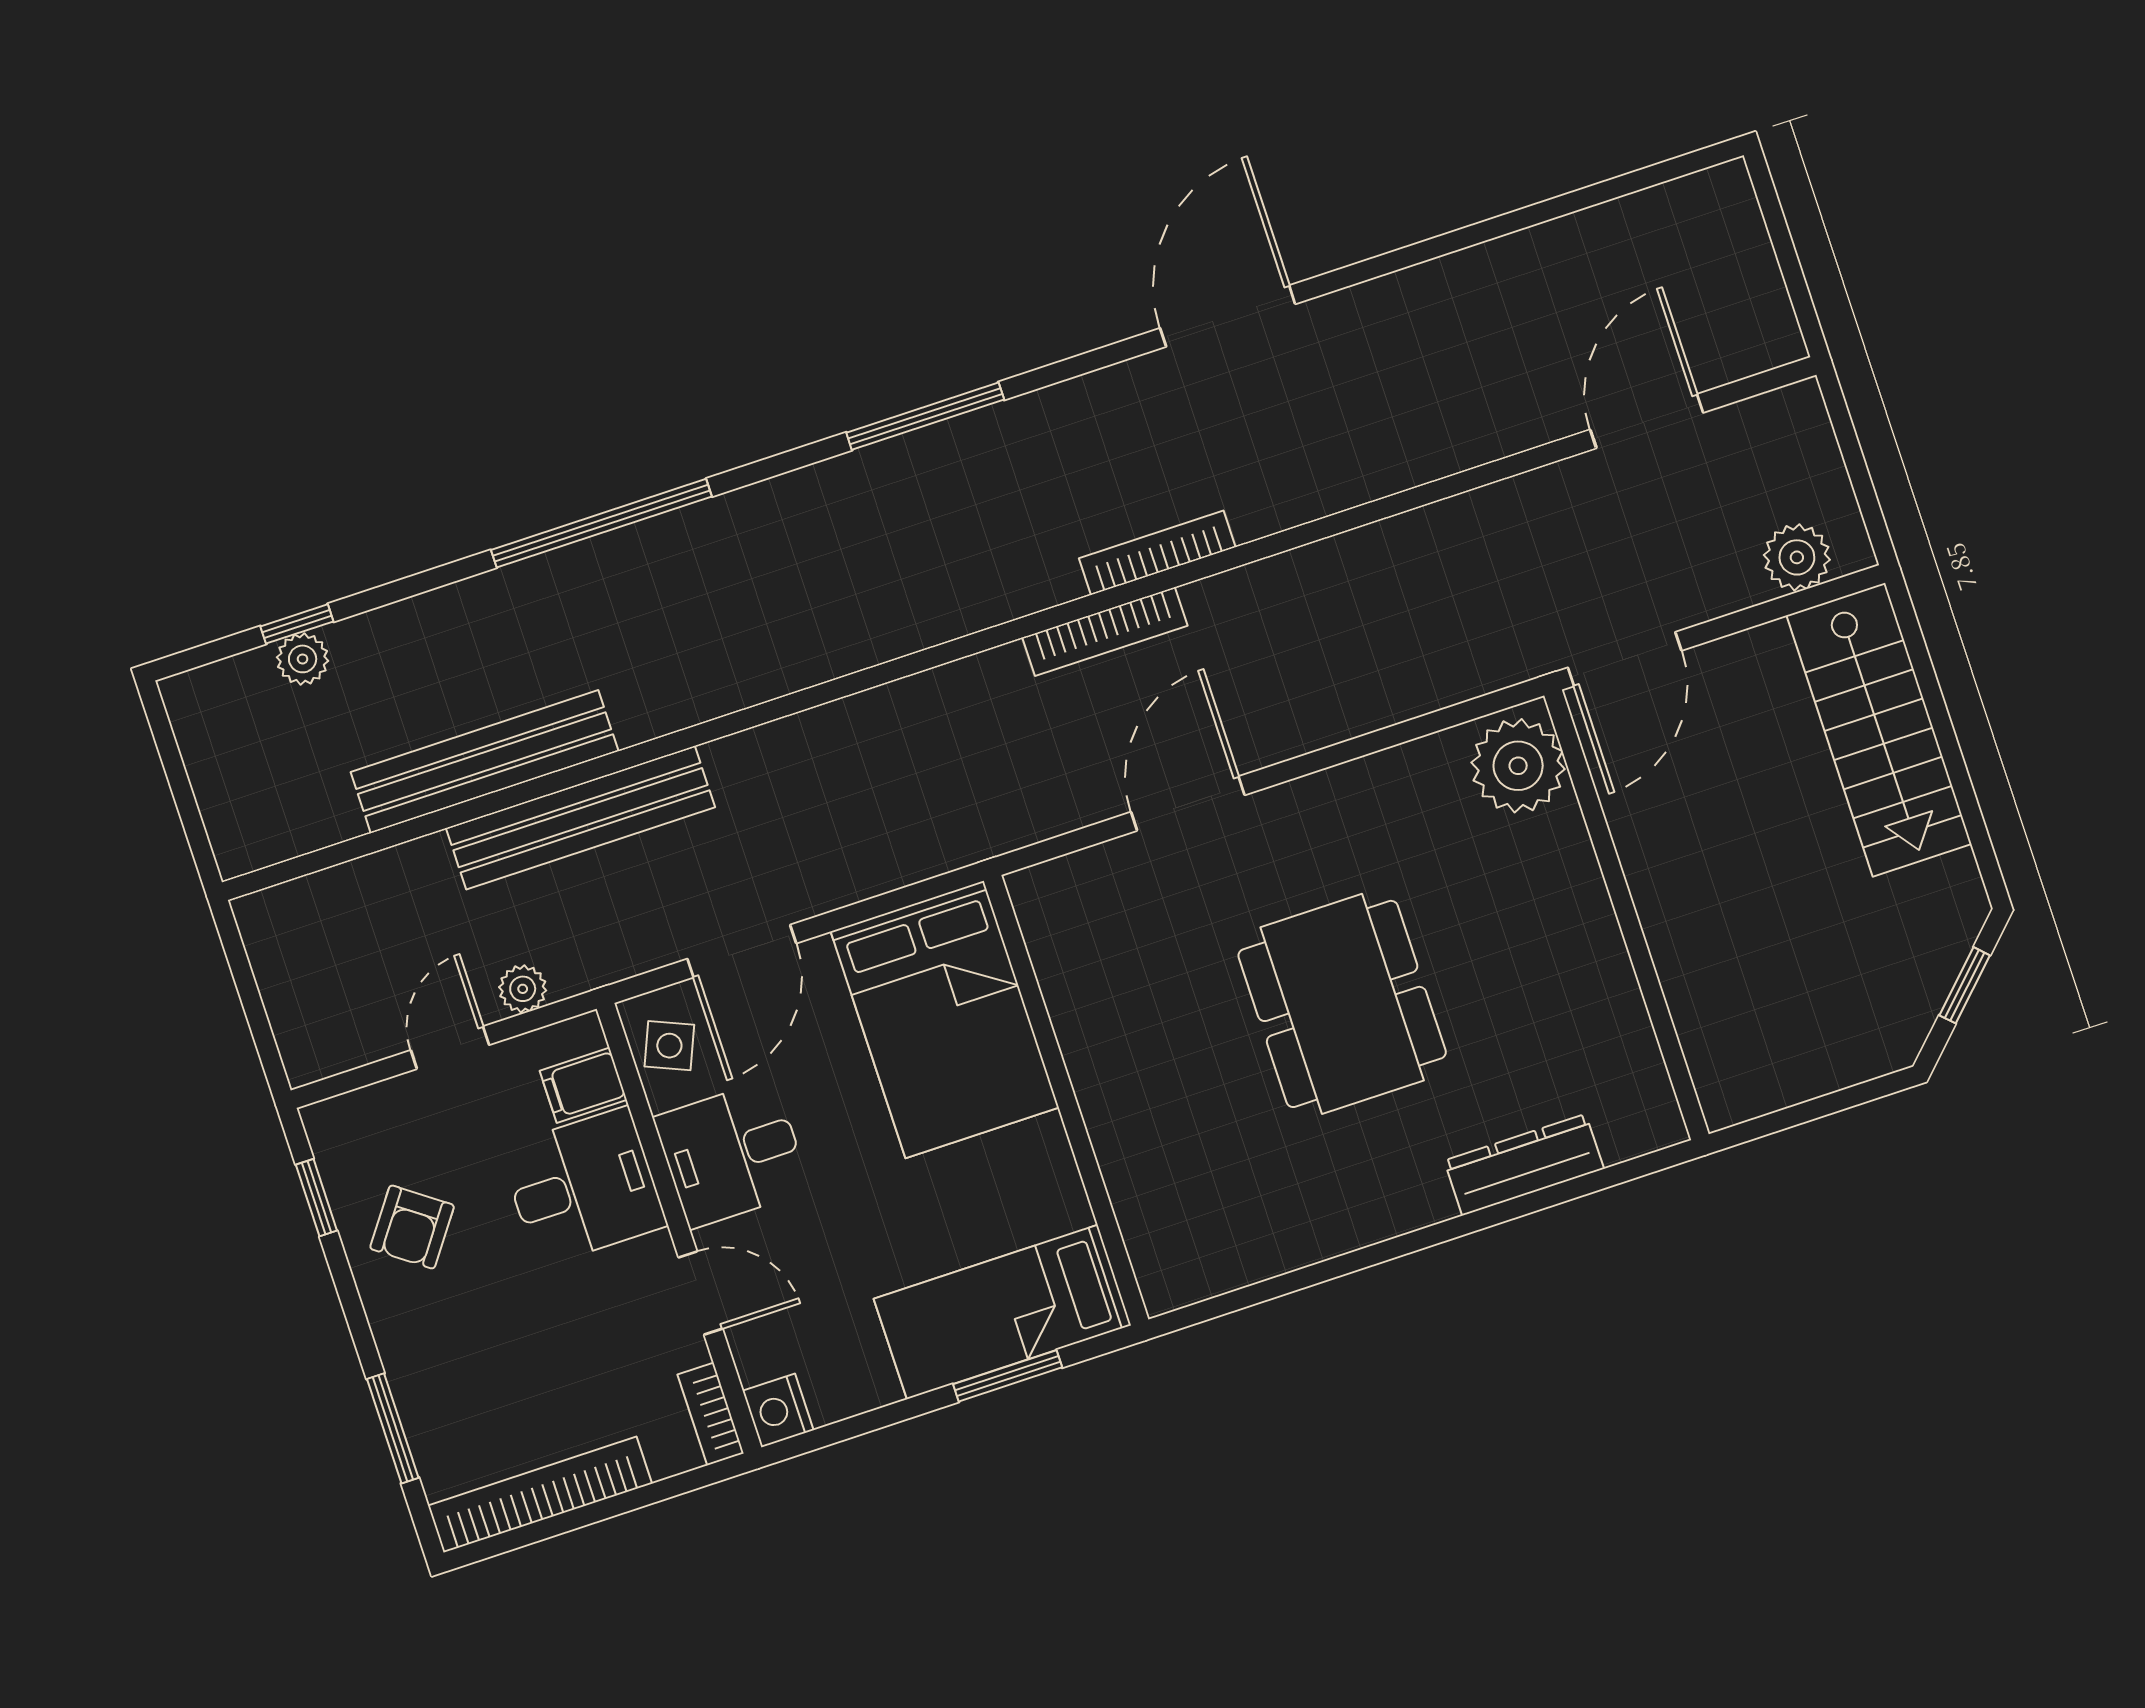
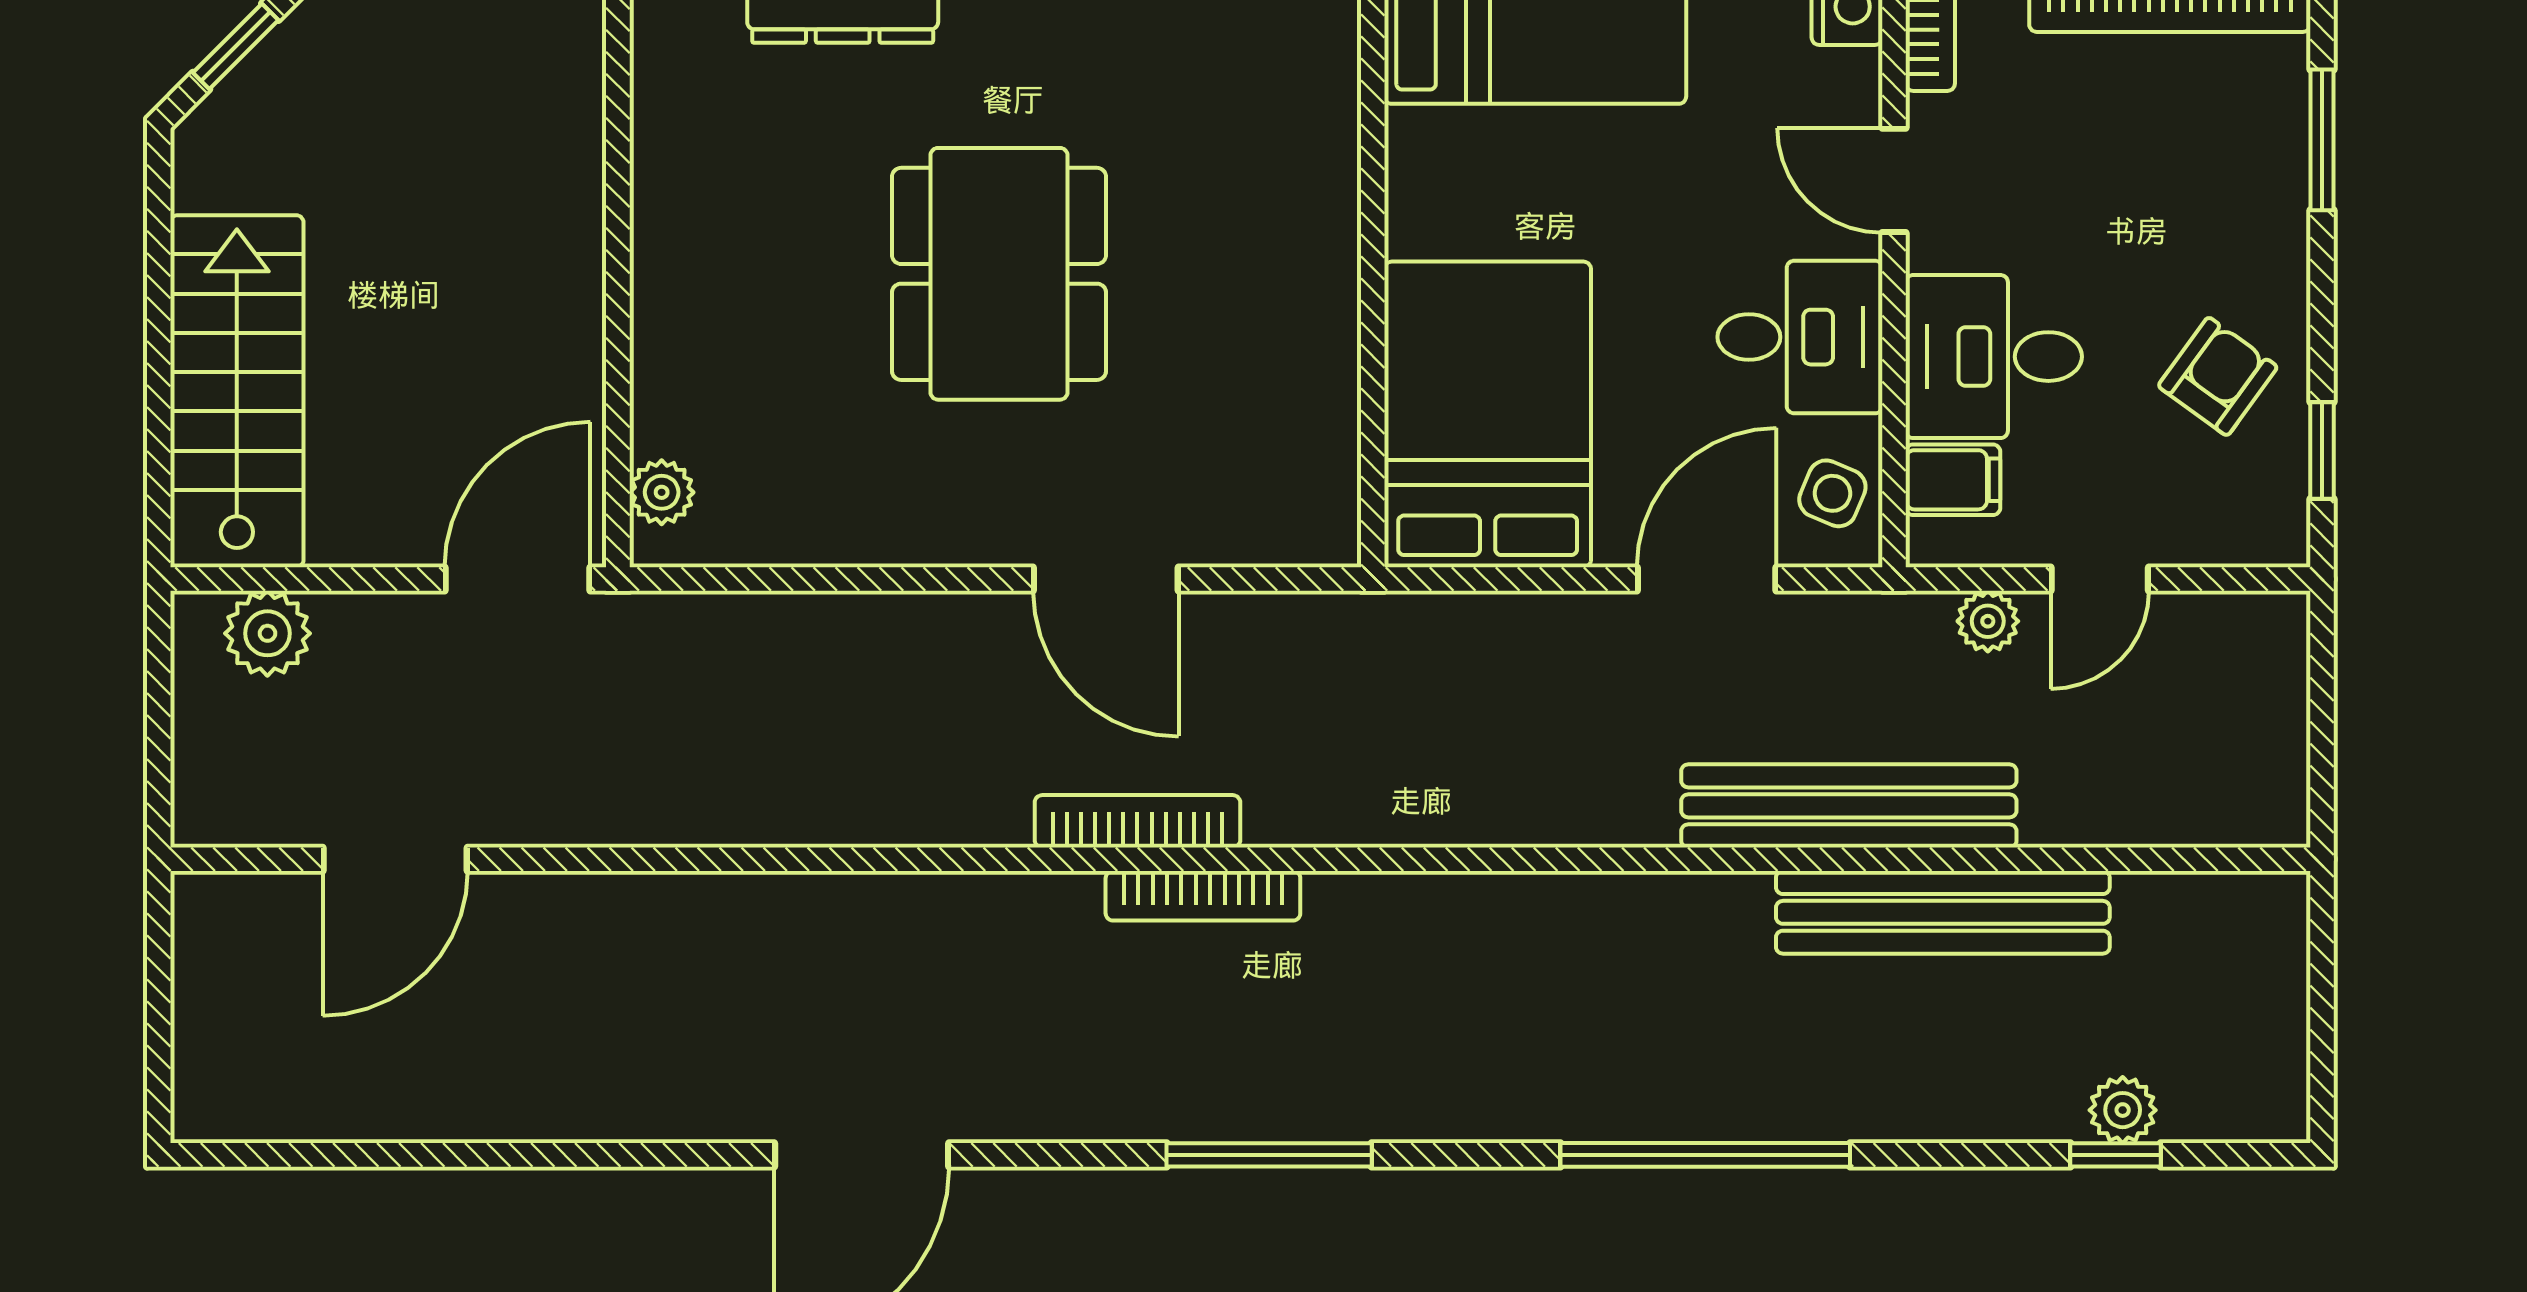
bookcase: (1157, 553) -> (1203, 896), moved
plant: (1518, 766) -> (662, 492), width x0.53, depth x0.53
door: (1188, 804) -> (1106, 579), hinge flipped

